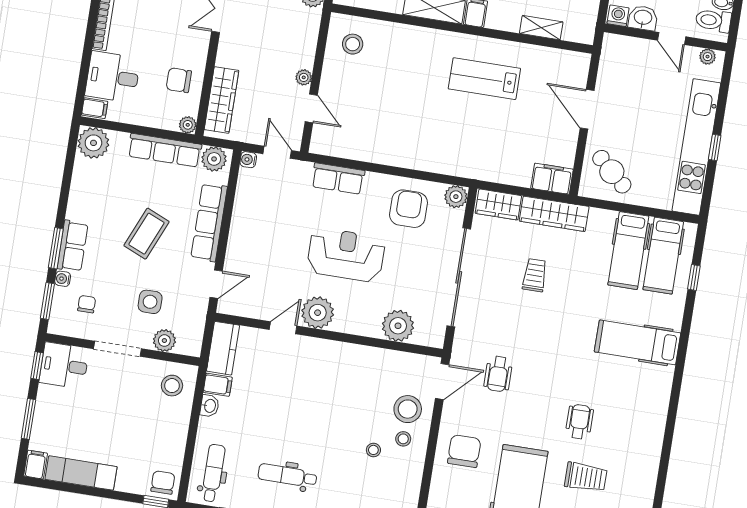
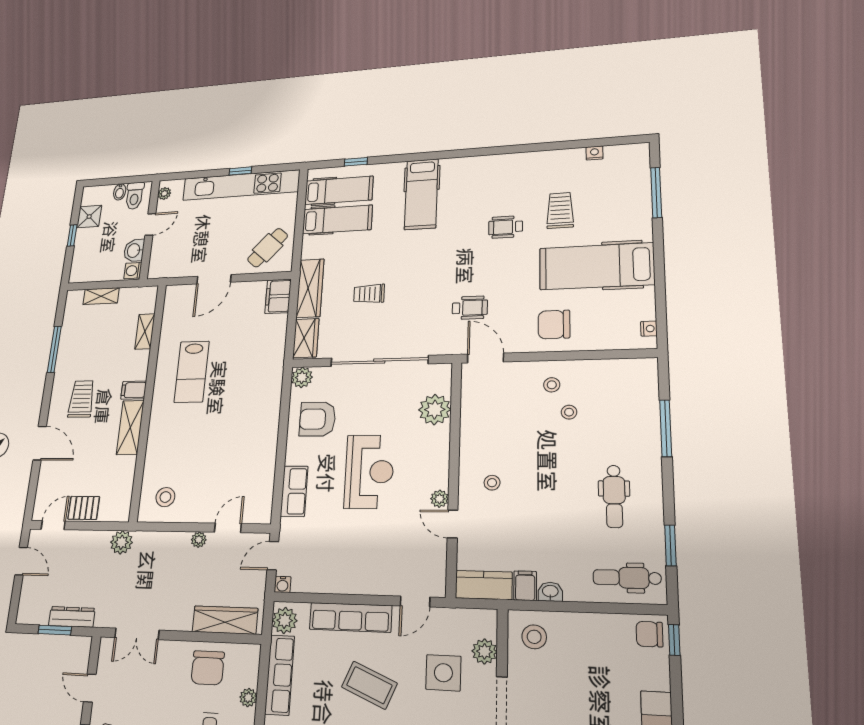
chair: (179, 80) -> (208, 668), width x1.37, depth x1.37
plant: (188, 125) -> (248, 698), moved
reception desk: (346, 255) -> (369, 472), turned 180
door: (216, 284) -> (415, 601), swing flipped
side table: (150, 302) -> (443, 673), width x1.37, depth x1.37
plant: (318, 313) -> (440, 499), width x0.53, depth x0.53
stool: (408, 409) -> (492, 483), moved, width x0.53, depth x0.53

